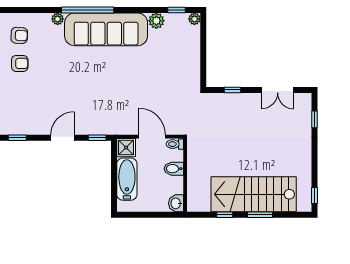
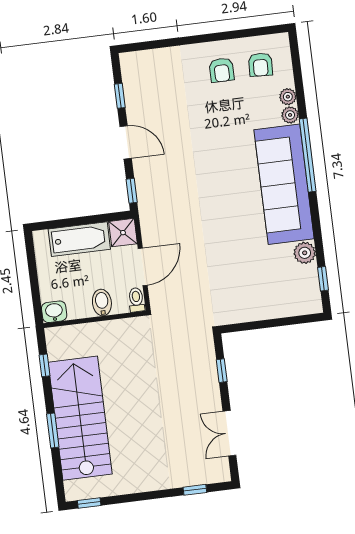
plant: (194, 19) -> (288, 97), moved
window: (17, 138) -> (120, 96), moved
window: (225, 215) -> (45, 365), moved

